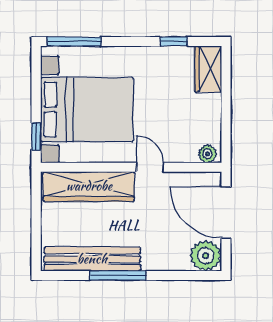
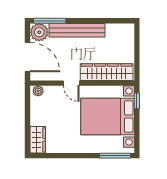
window: (174, 41) -> (58, 156), removed
bench: (92, 259) -> (77, 30), moved
window: (118, 275) -> (50, 21), moved

